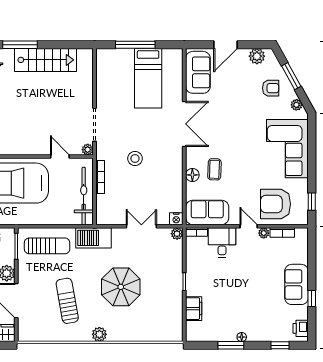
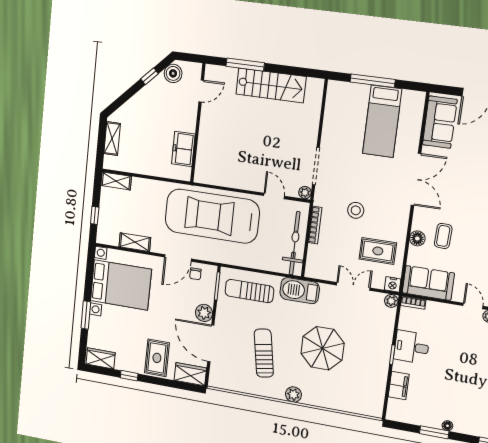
rug: (159, 191) -> (378, 251), added
desk: (222, 242) -> (412, 347), moved, turned -90
sun lounger: (47, 246) -> (249, 291), turned 180

